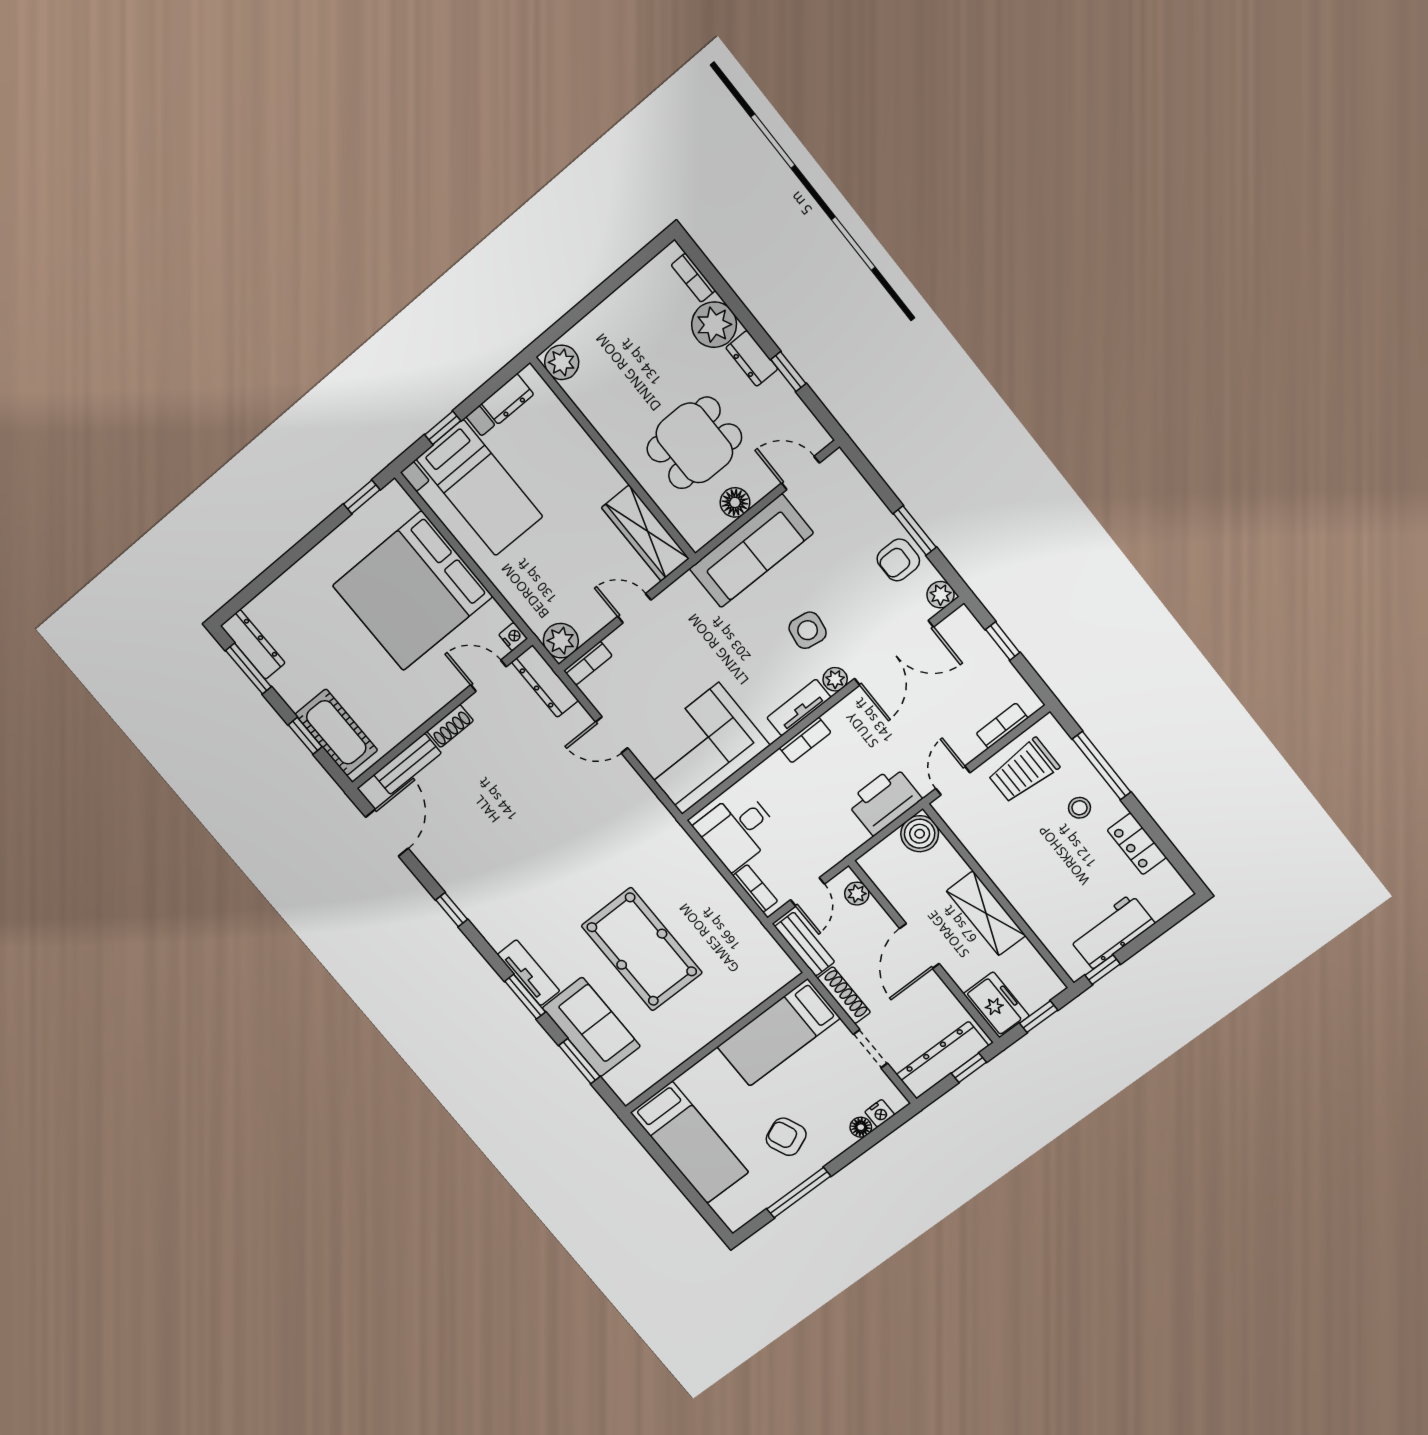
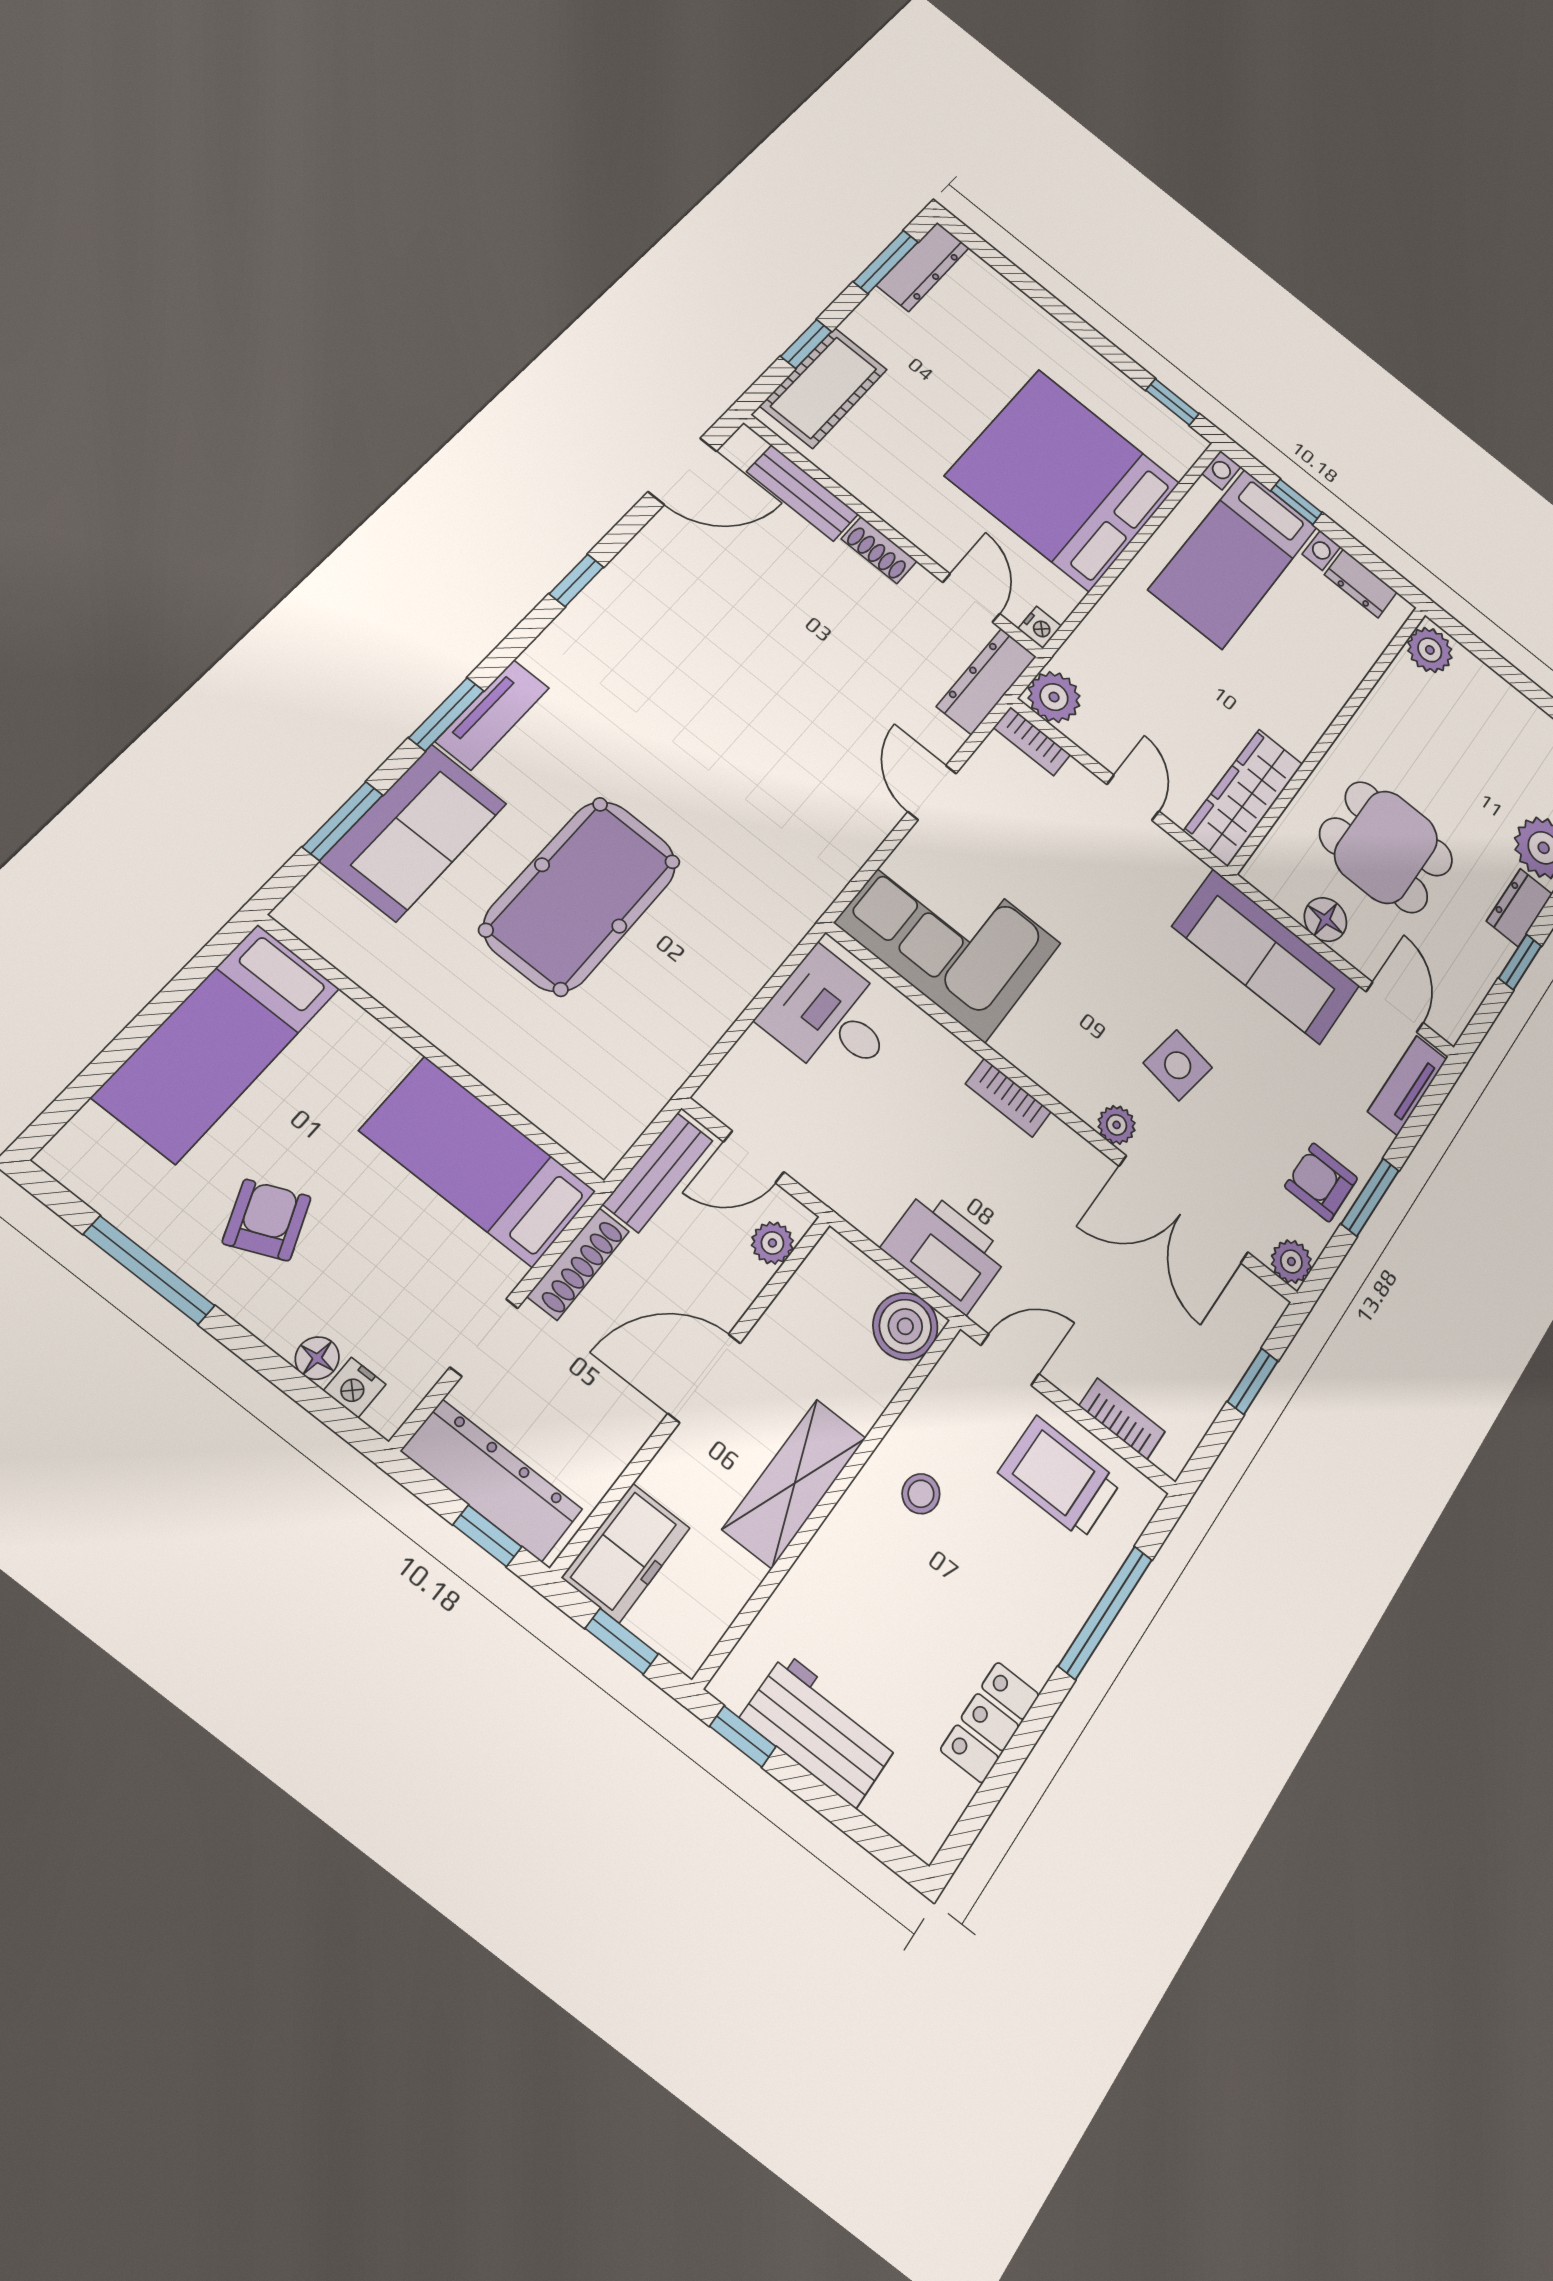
tv unit: (799, 707) -> (1407, 1085), moved, turned -90
stool: (1079, 808) -> (921, 1494), moved
bookcase: (755, 888) -> (737, 1066), removed

